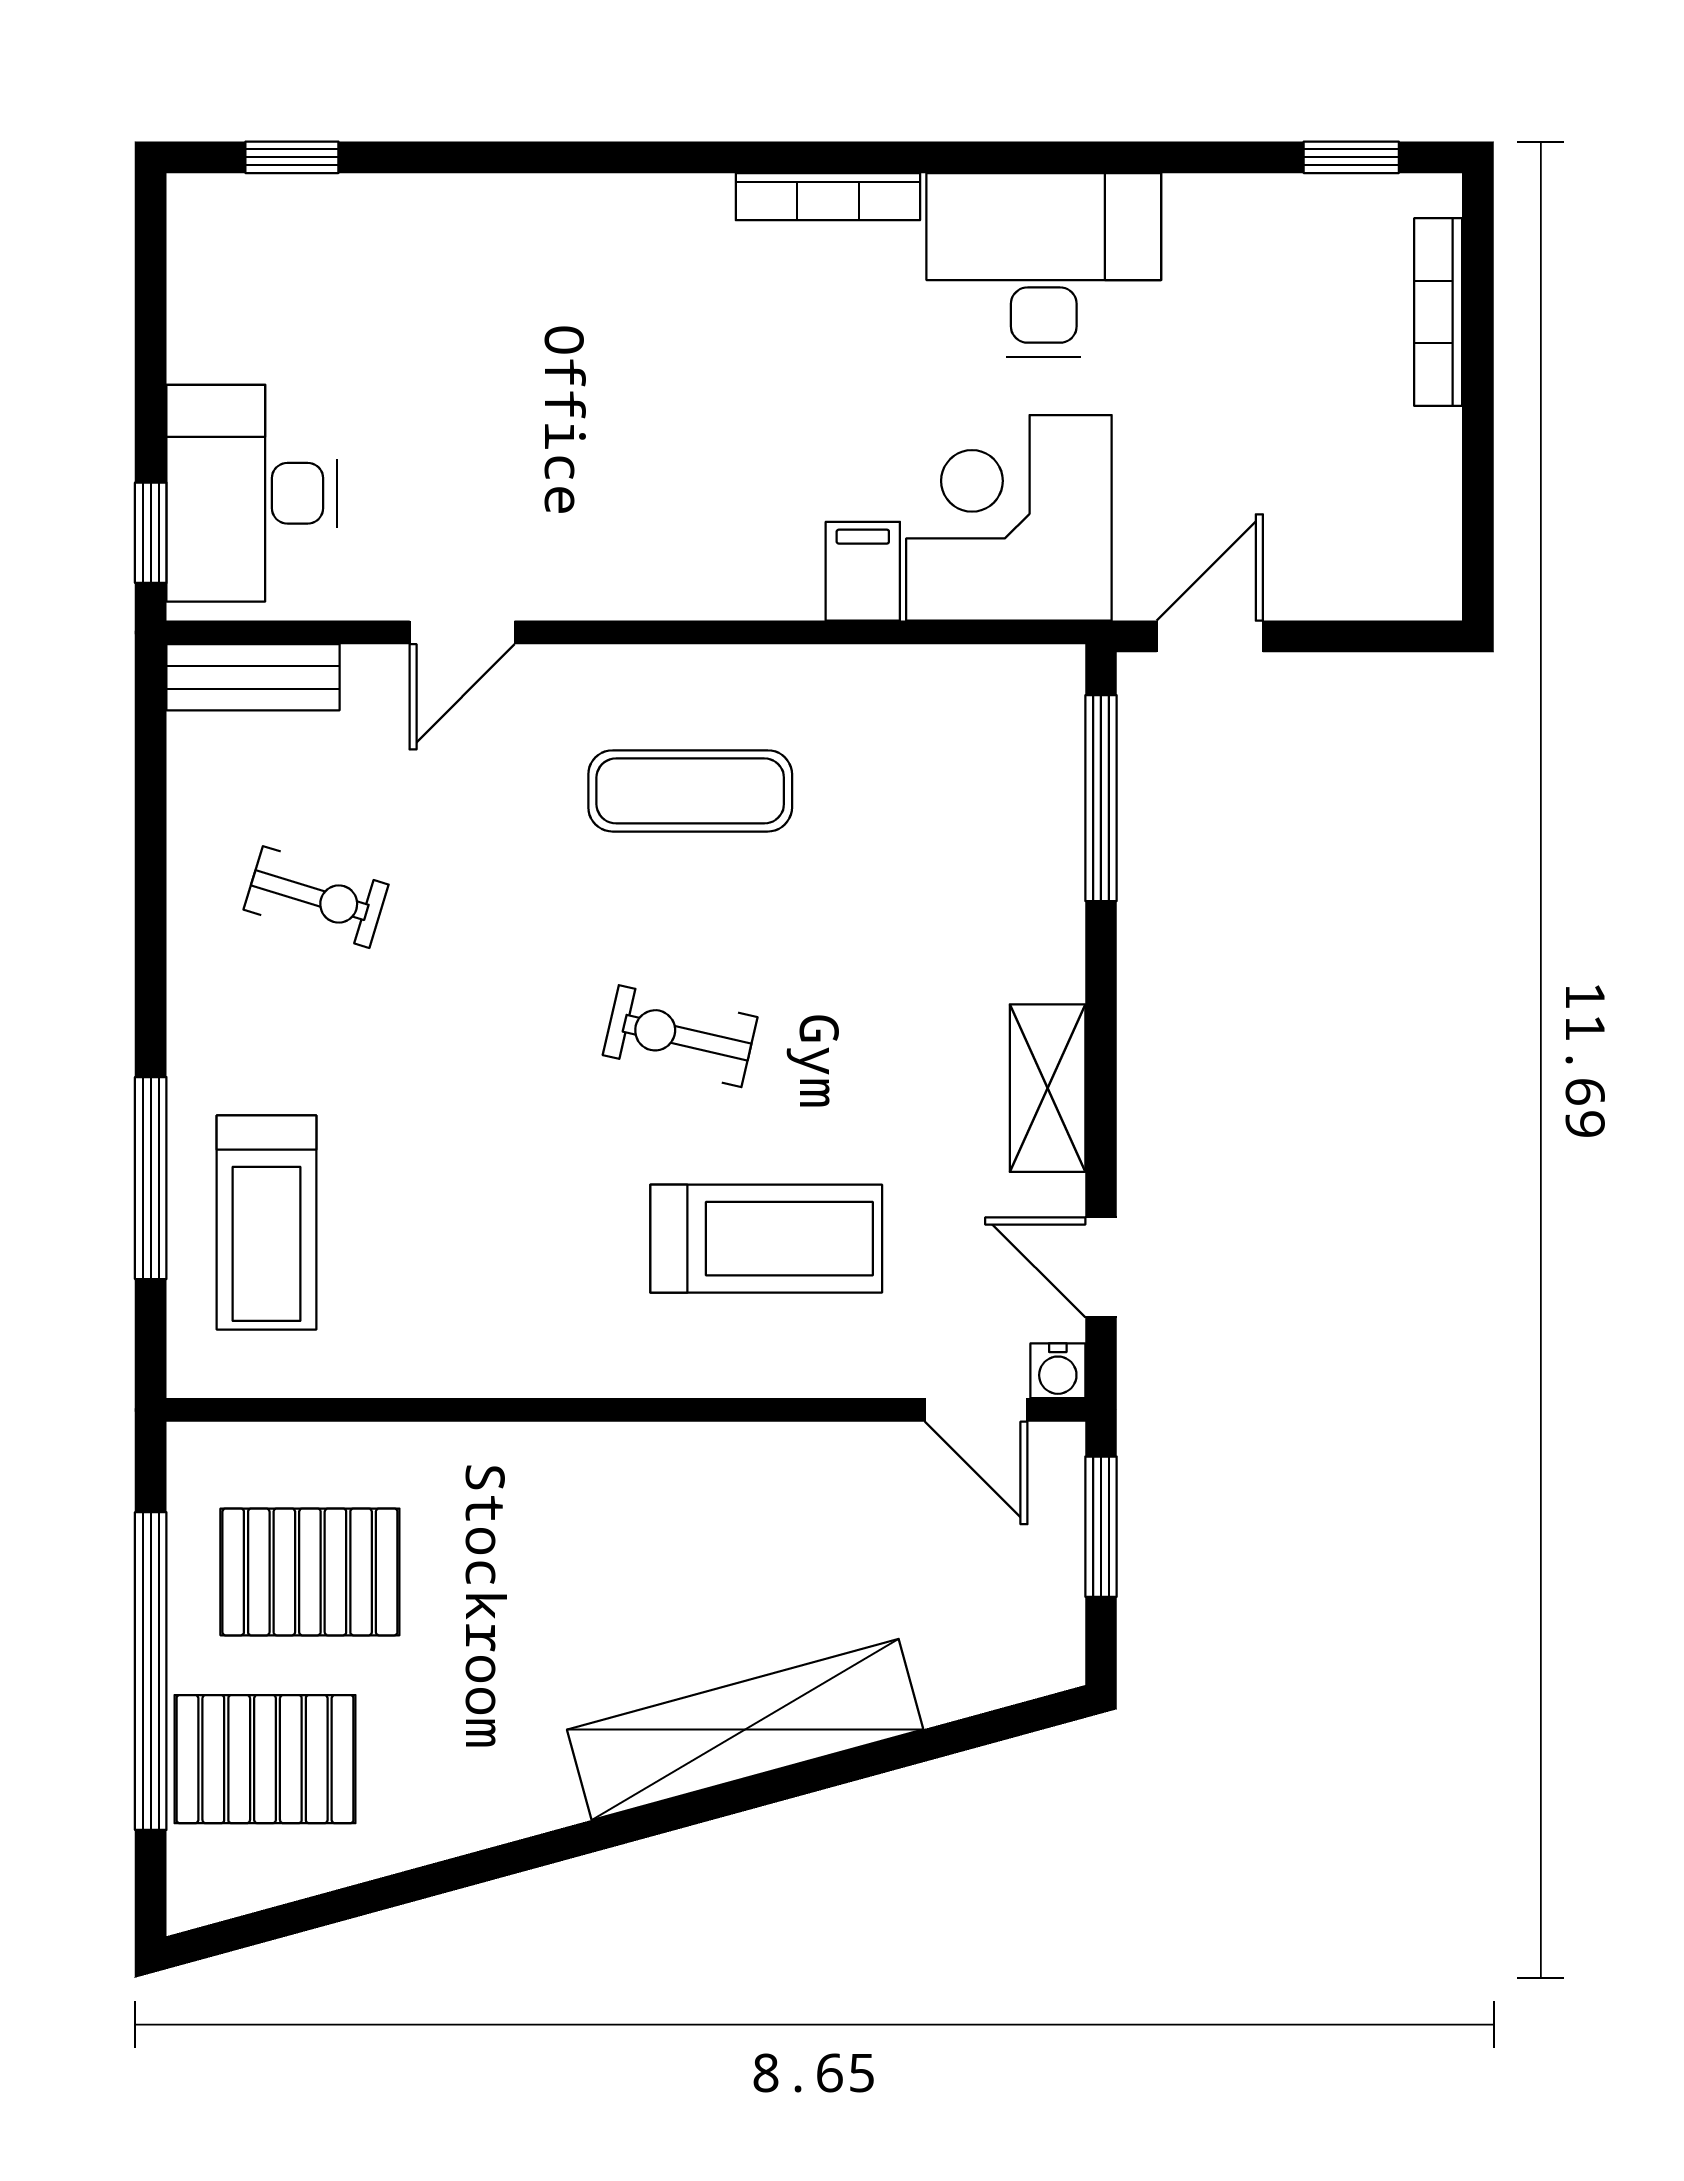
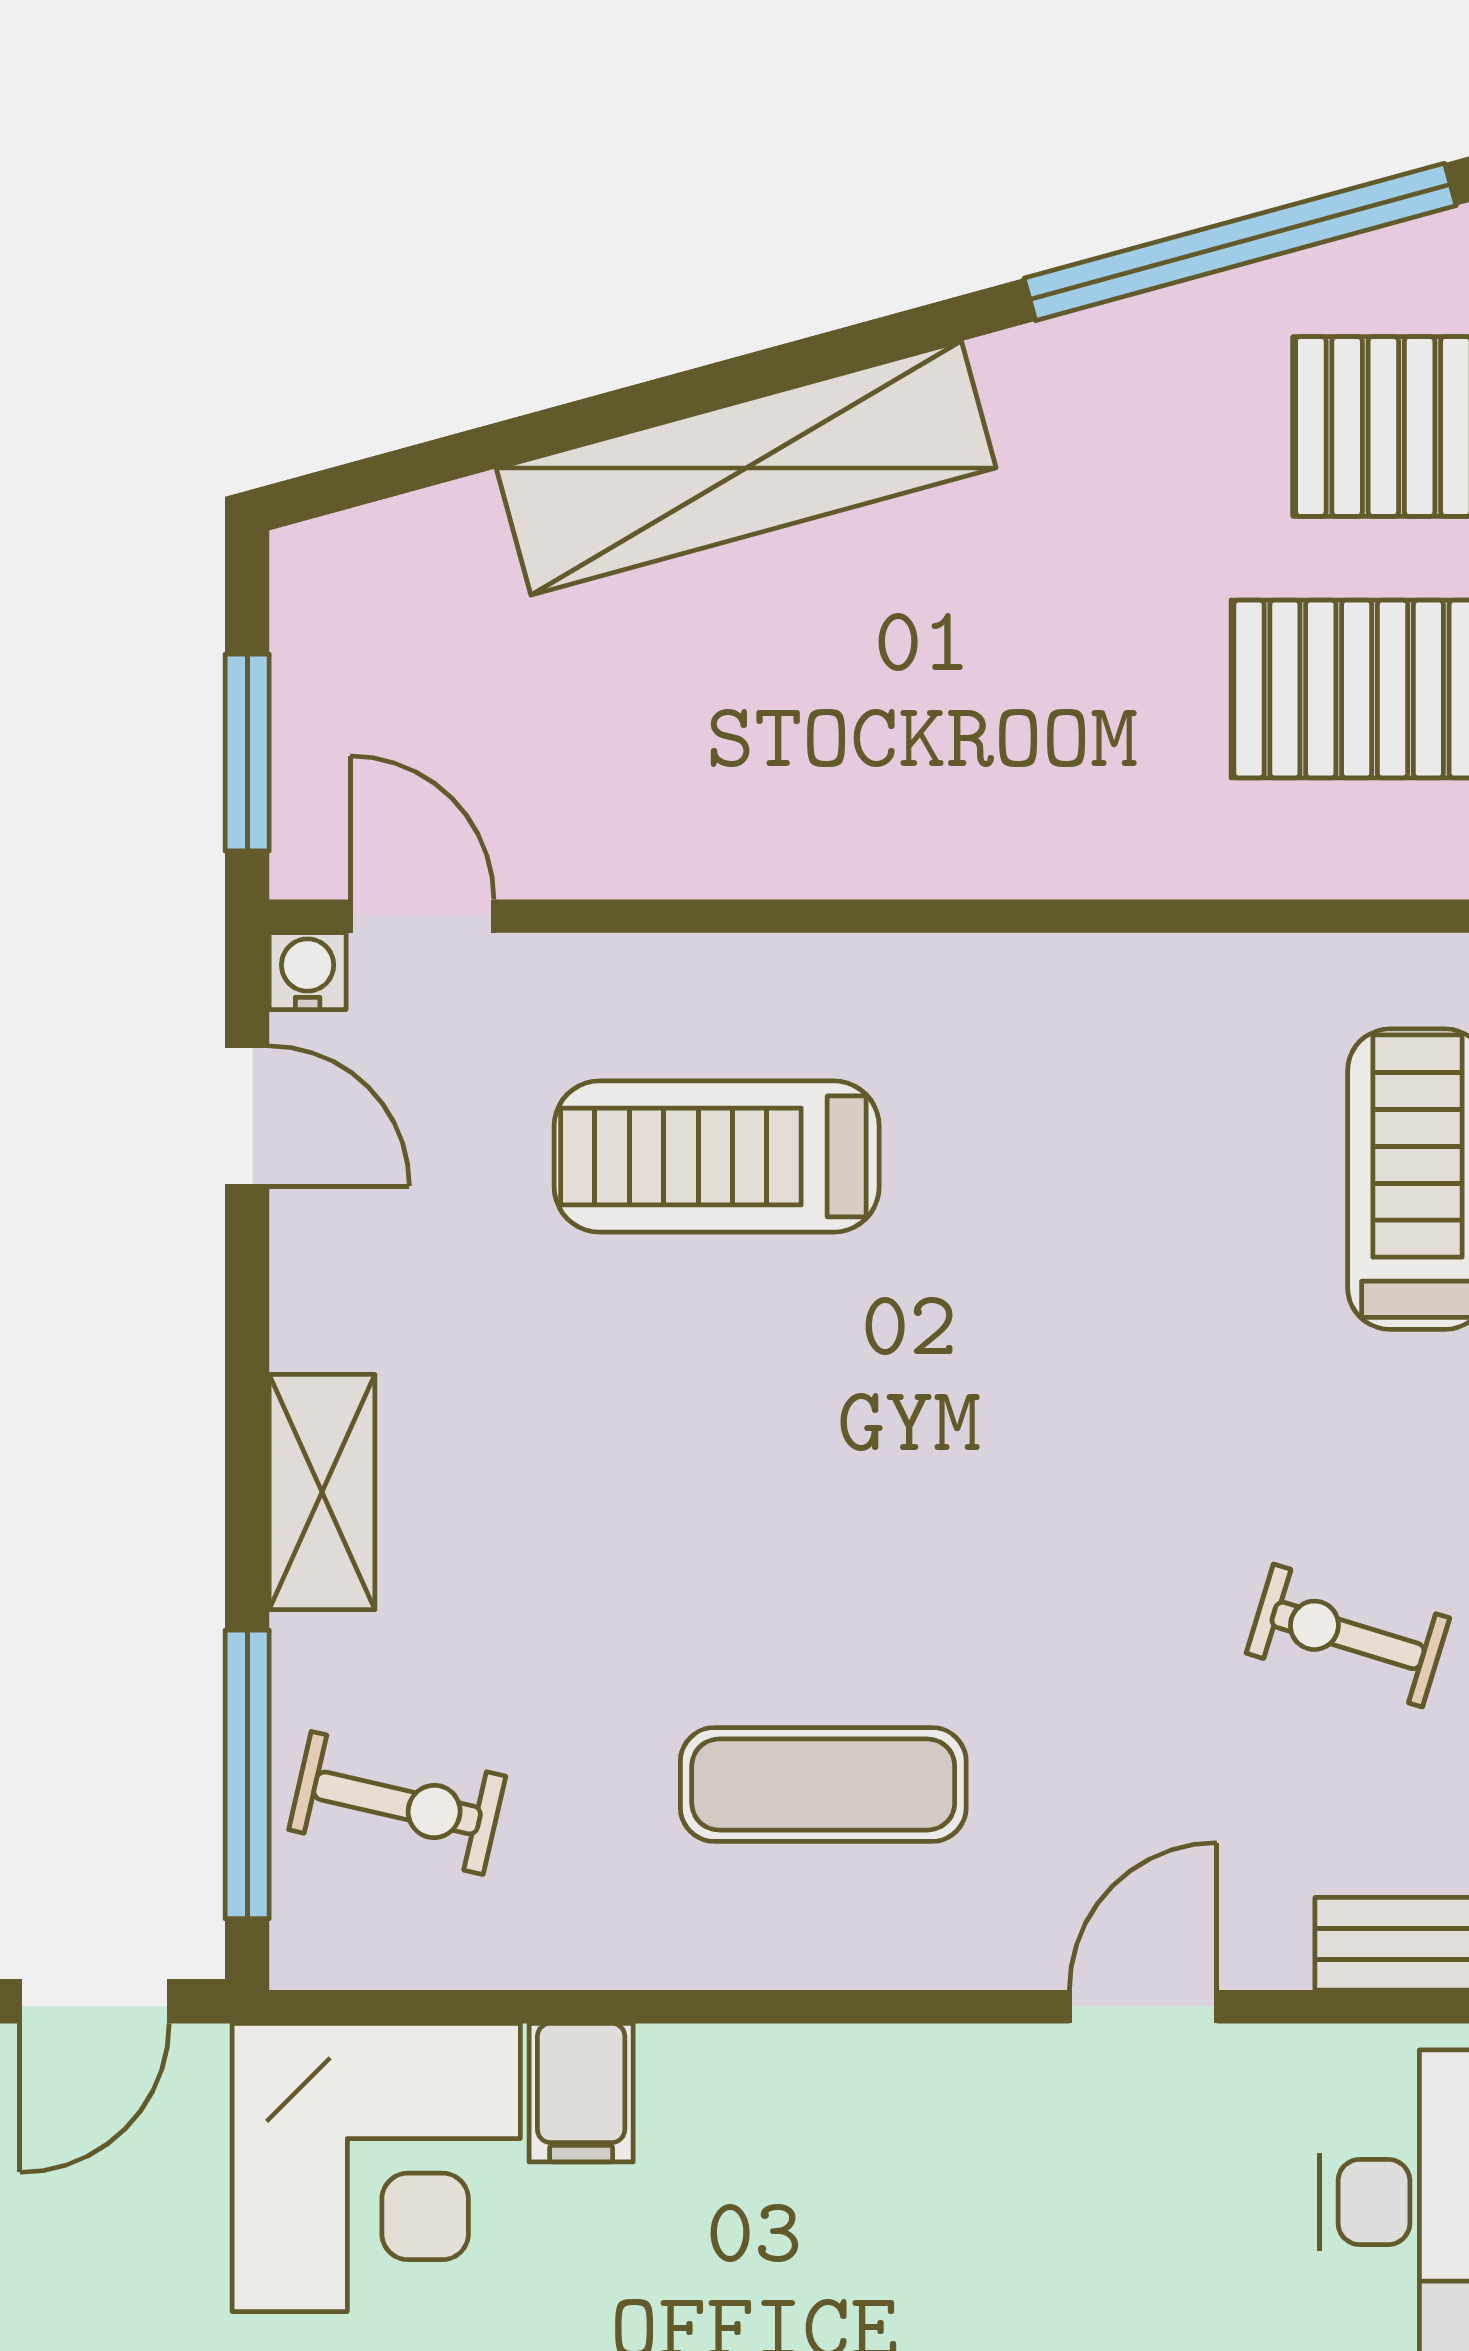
exercise bike: (680, 1036) -> (397, 1803), moved
shelving: (1048, 1088) -> (322, 1492), moved
window: (393, 1891) -> (1240, 242), added

